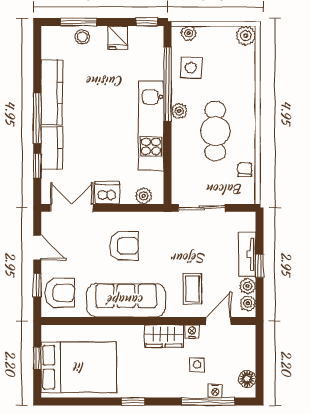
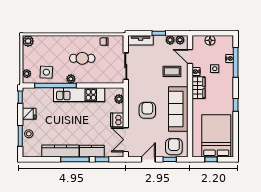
cafe table: (215, 131) -> (82, 58), width x0.73, depth x0.74
tv unit: (247, 254) -> (141, 40), moved
floor lamp: (247, 379) -> (210, 40), moved

